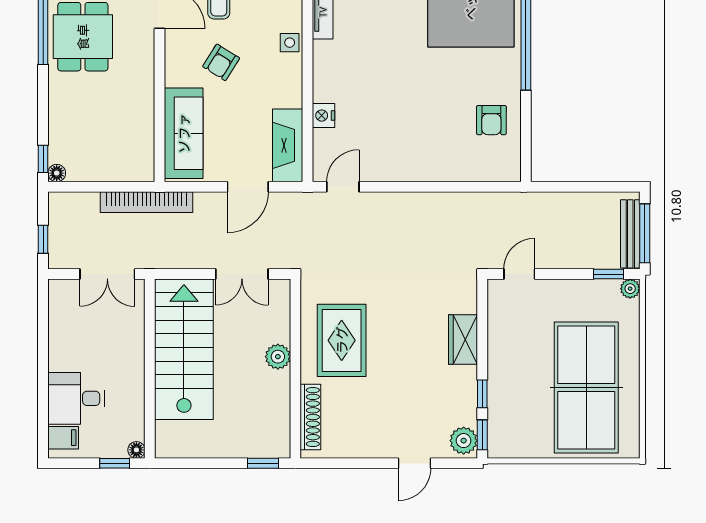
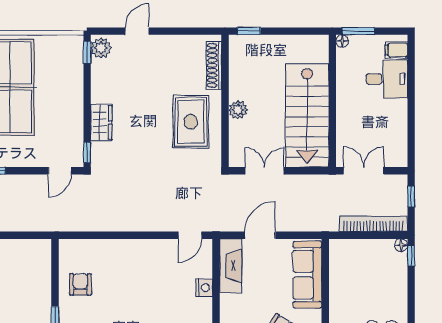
bookcase: (147, 202) -> (373, 224), moved
window: (482, 394) -> (87, 152), moved
window: (115, 463) -> (358, 31), width x1.50

